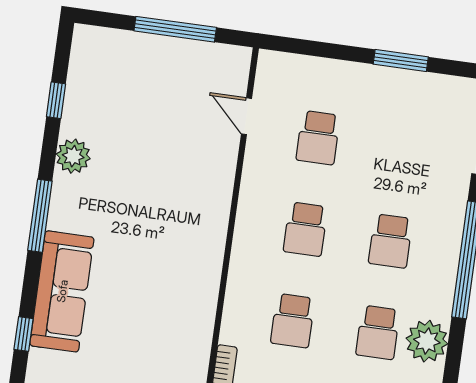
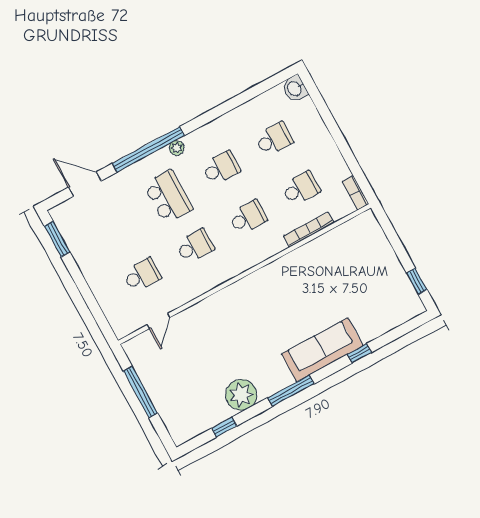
window: (401, 61) -> (57, 239), moved
plant: (73, 156) -> (241, 395), width x1.36, depth x1.36
school desk: (391, 241) -> (168, 197), width x1.85
plant: (427, 341) -> (177, 148), moved, width x0.53, depth x0.53

